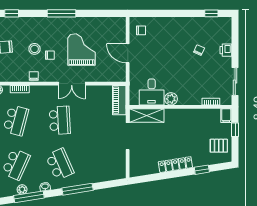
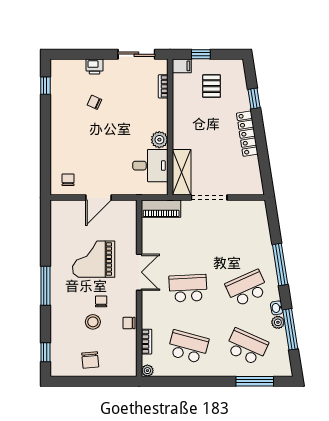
pallet: (219, 146) -> (212, 86), moved
plant: (22, 189) -> (278, 322), moved

